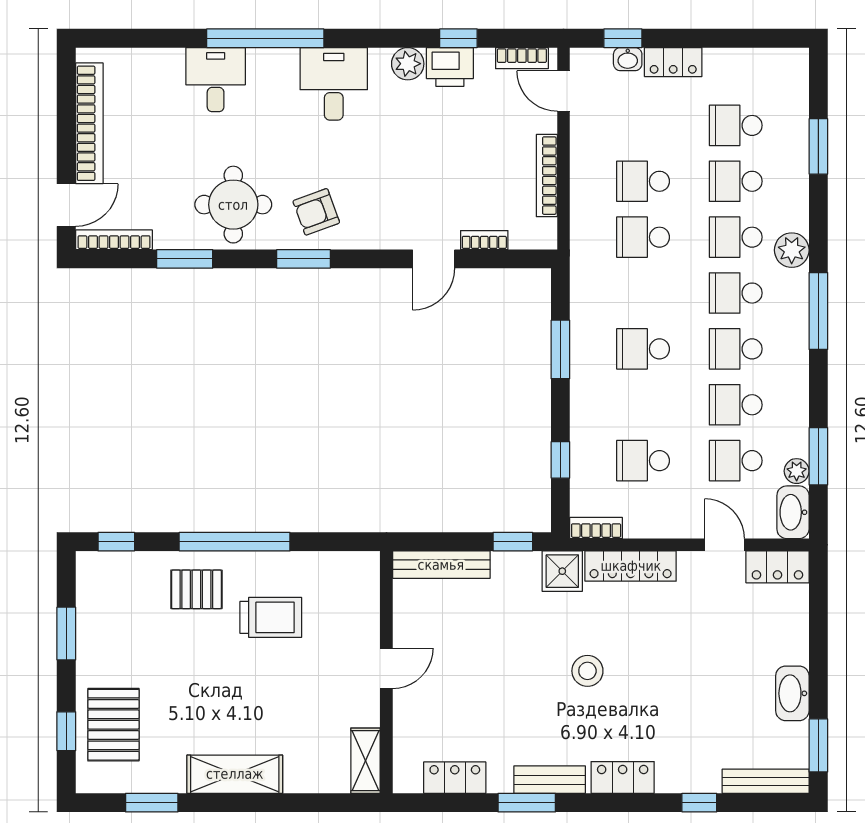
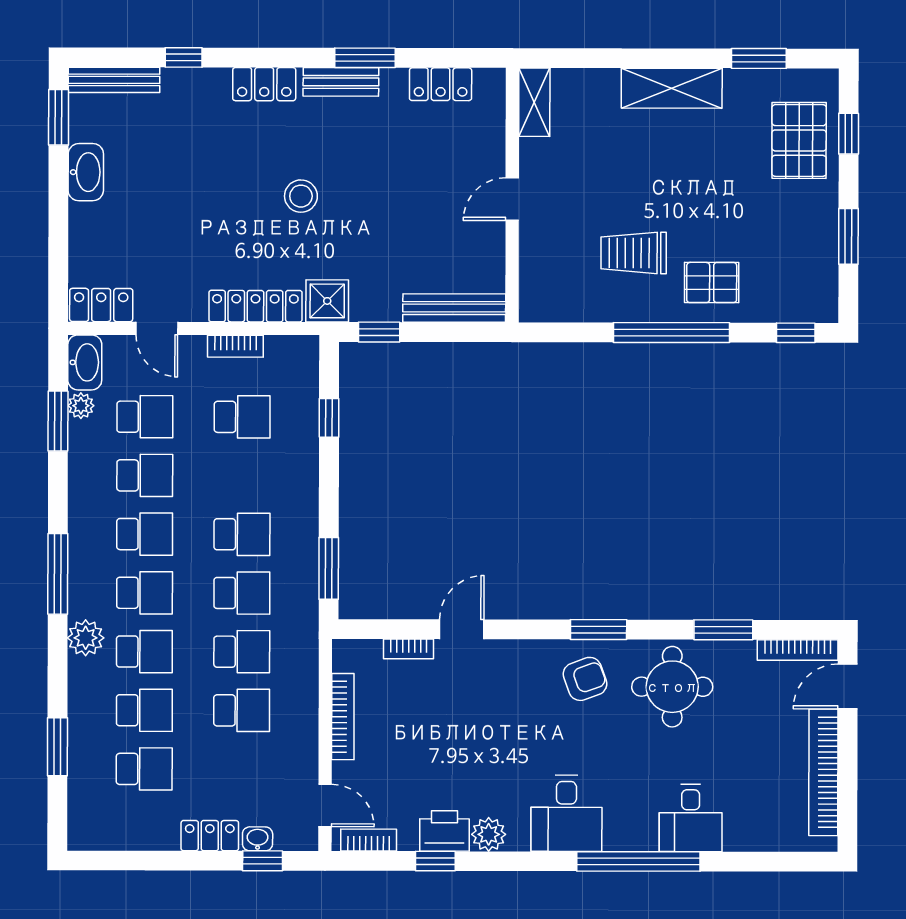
school desk: (643, 293) -> (242, 593), added
window: (560, 349) -> (329, 568), moved
bookcase: (596, 528) -> (235, 346), moved

